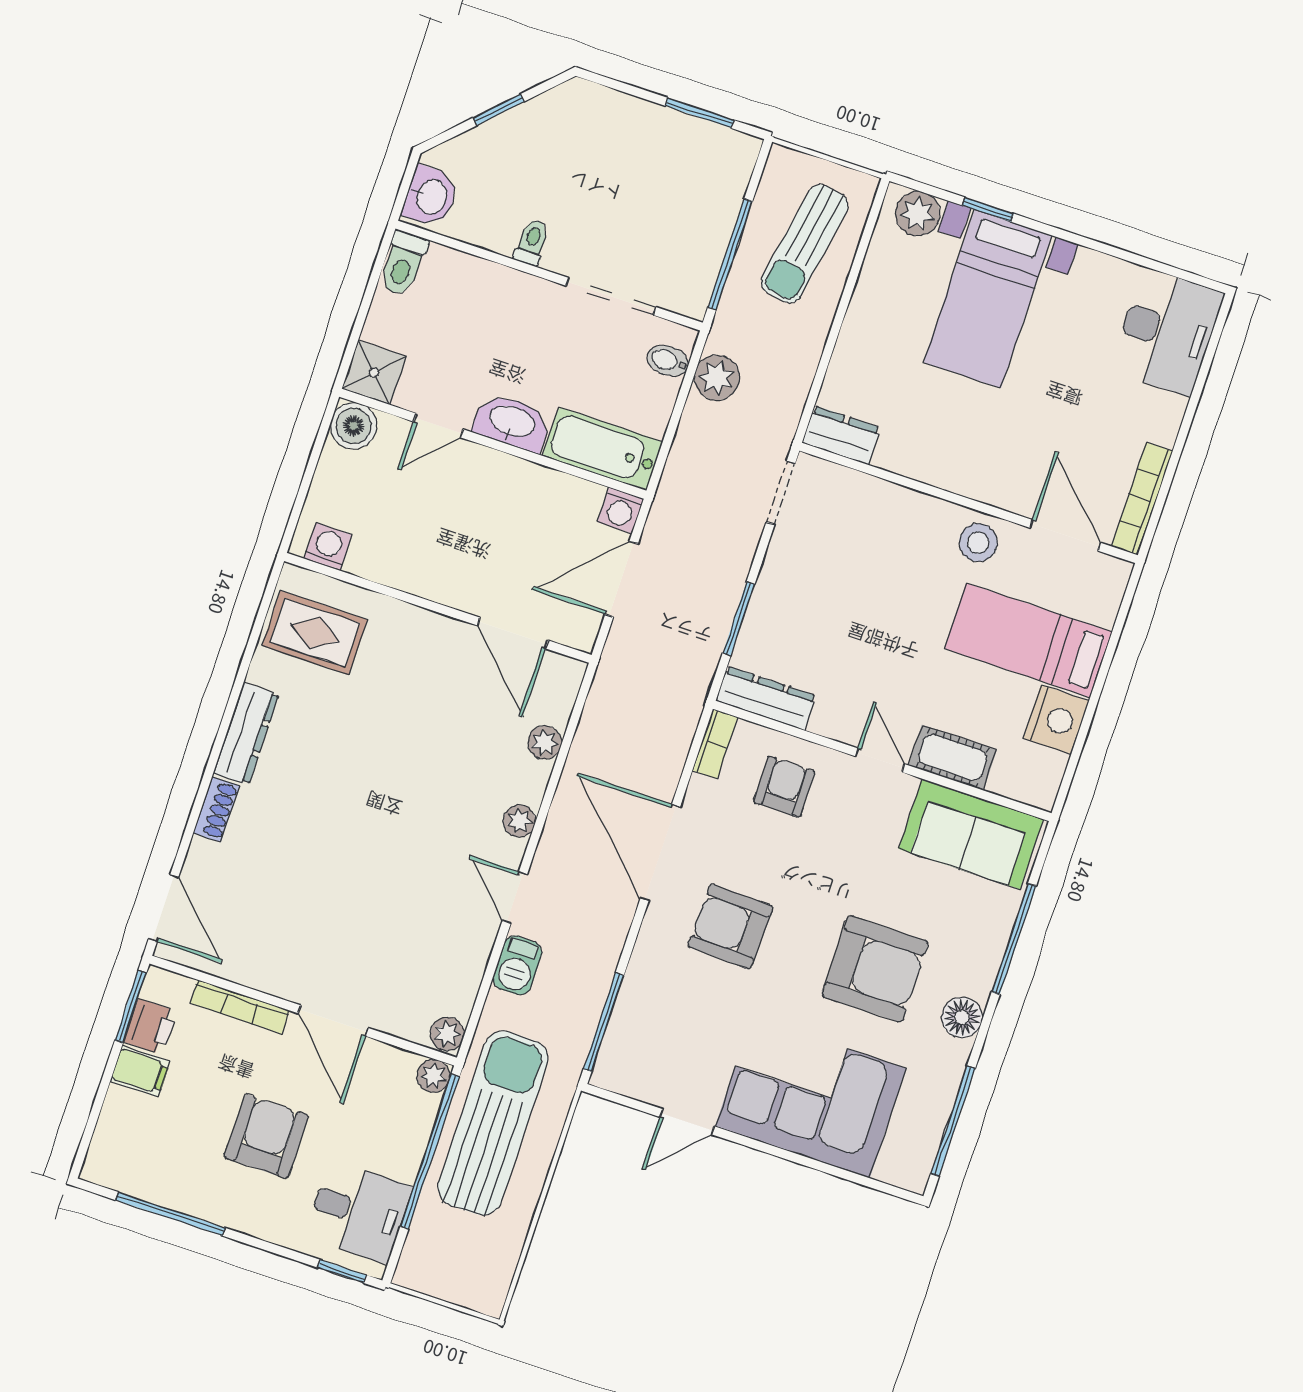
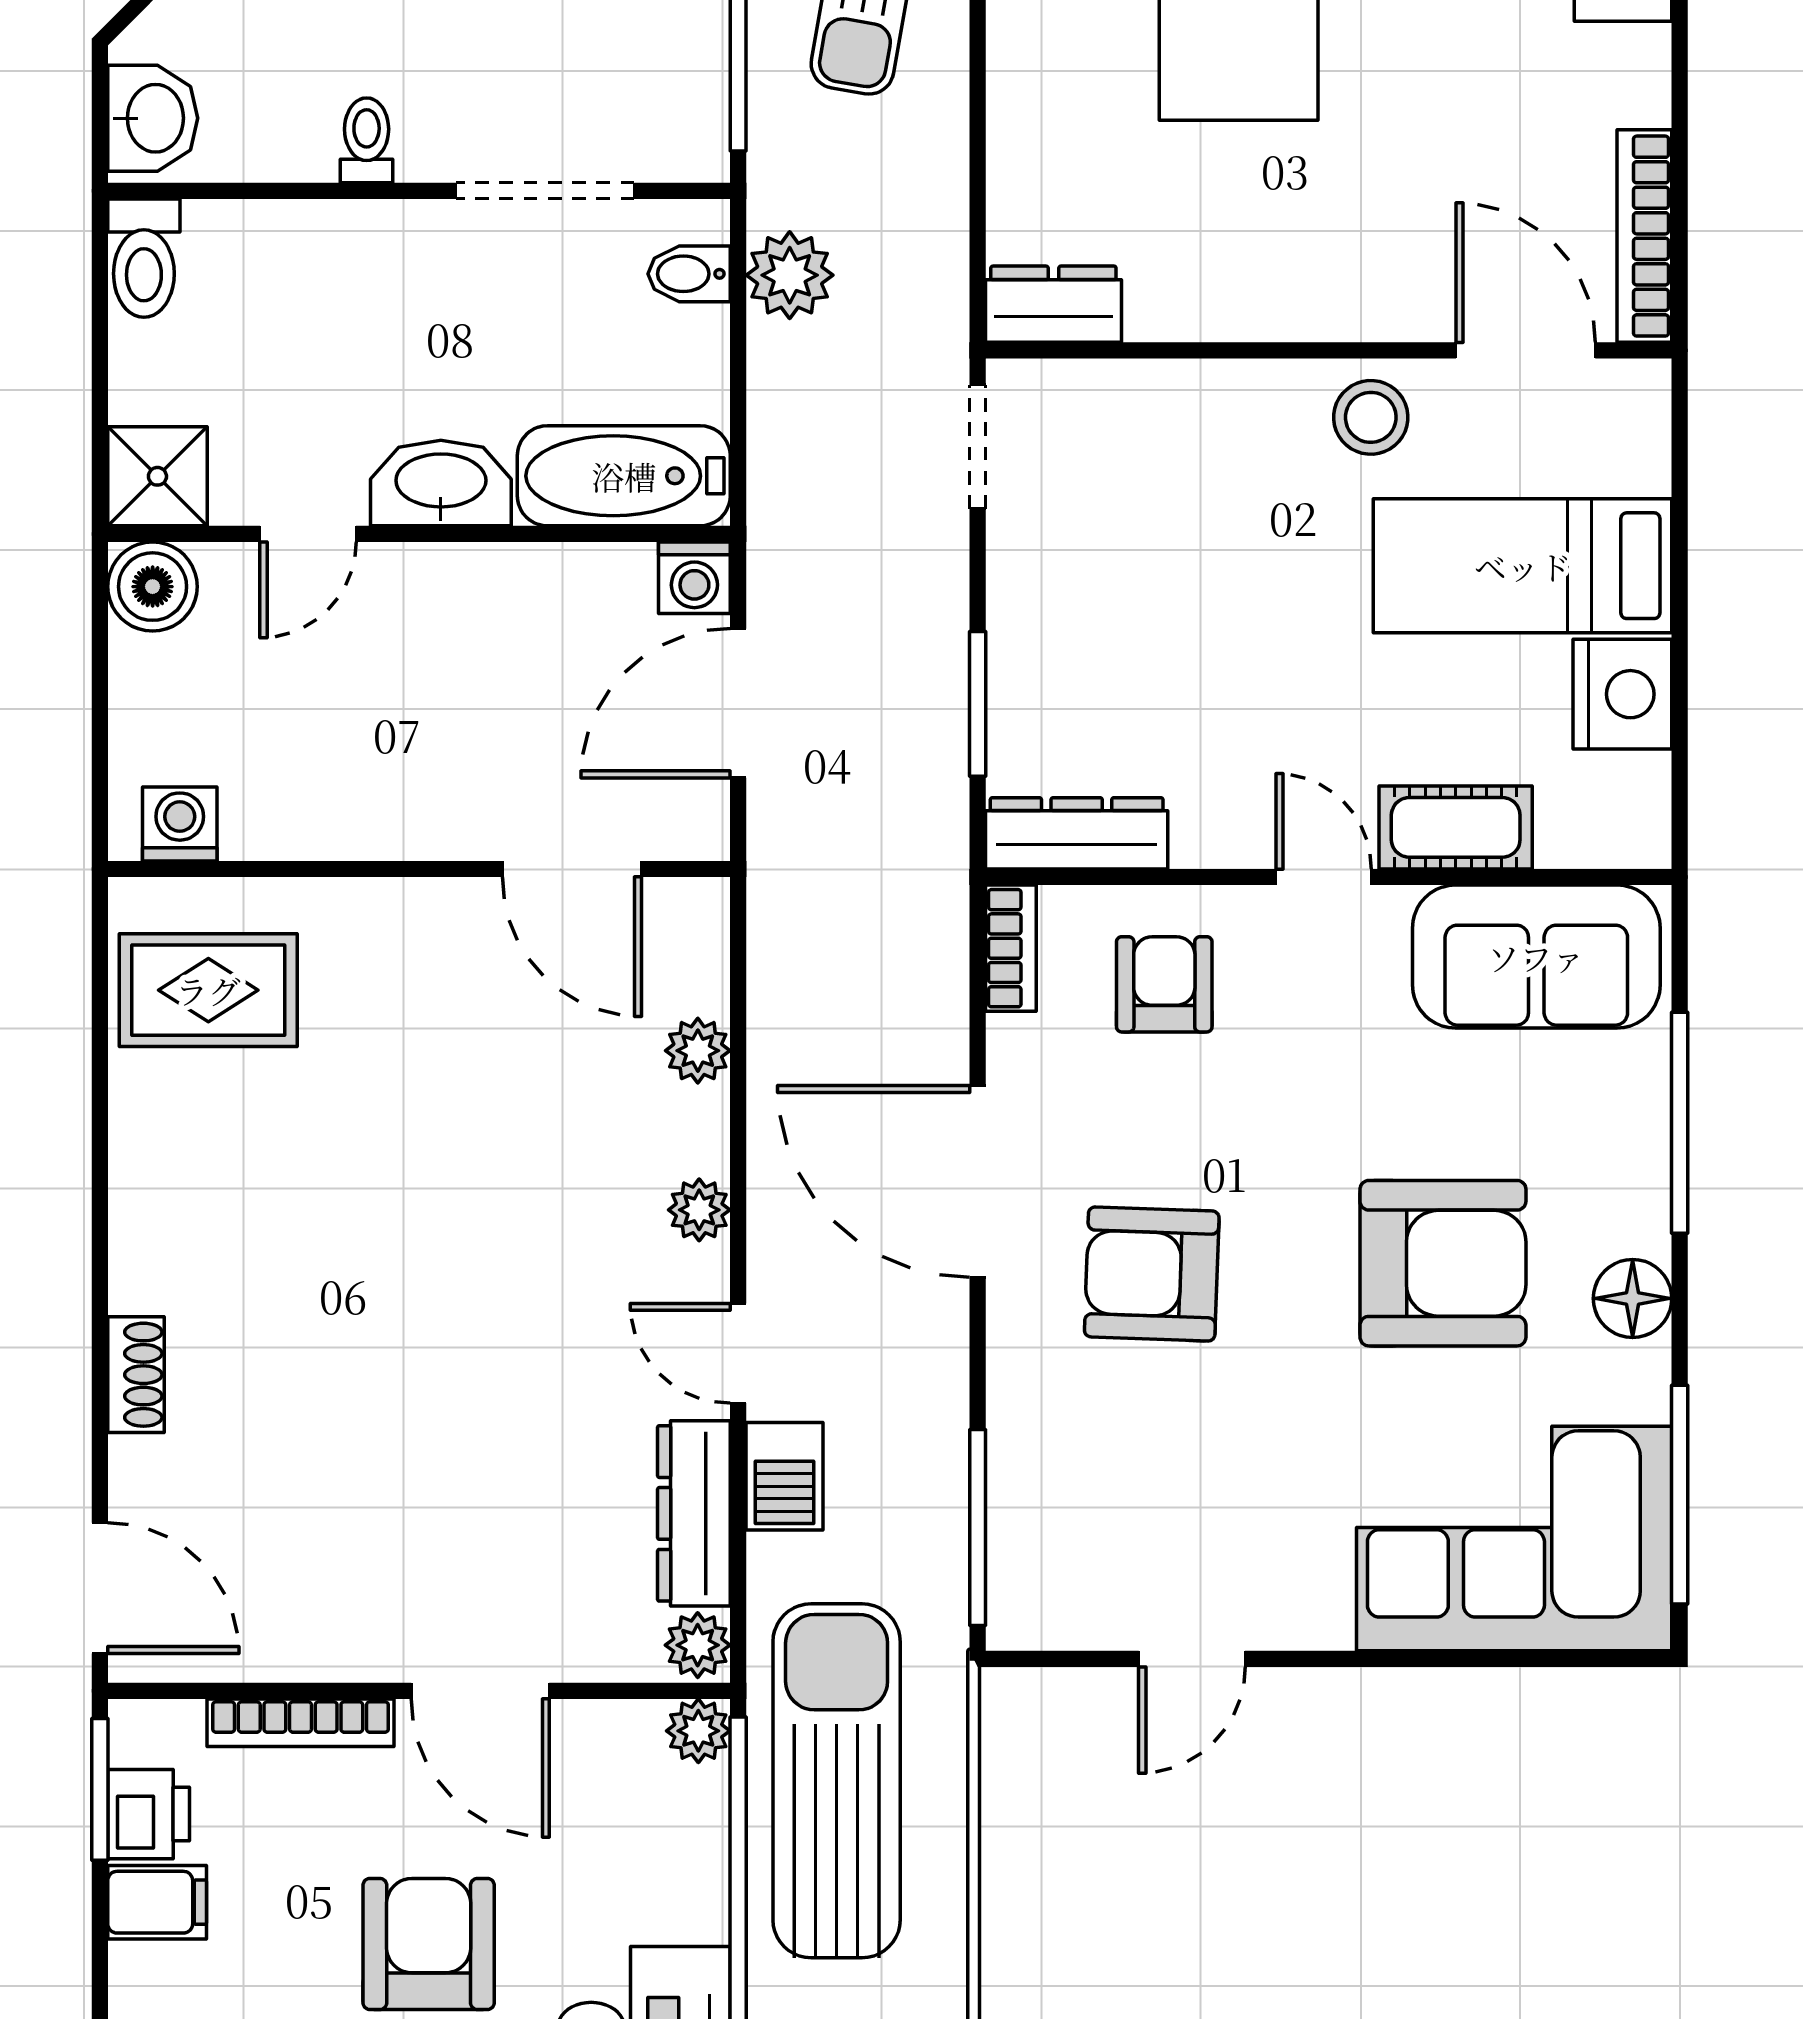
dresser: (246, 734) -> (694, 1513), moved, turned 180
corner sofa: (811, 1097) -> (1514, 1539), moved

